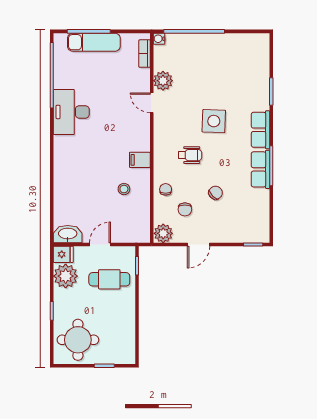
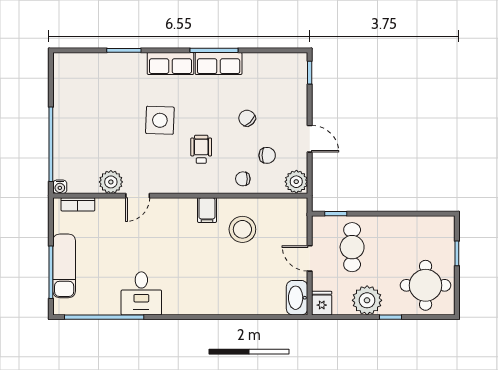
desk: (71, 112) -> (141, 293), width x0.73
stool: (124, 189) -> (242, 229), width x1.89, depth x1.89
plant: (66, 276) -> (367, 300), moved

